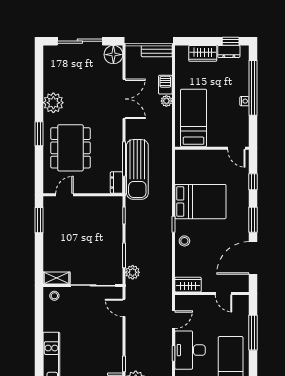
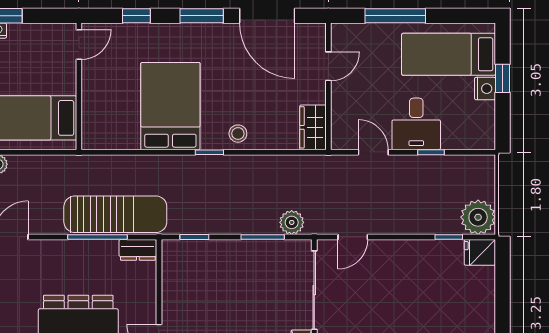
desk: (190, 350) -> (416, 124), width x0.73

